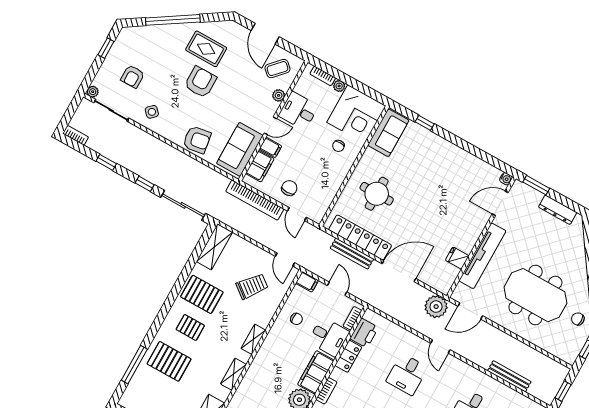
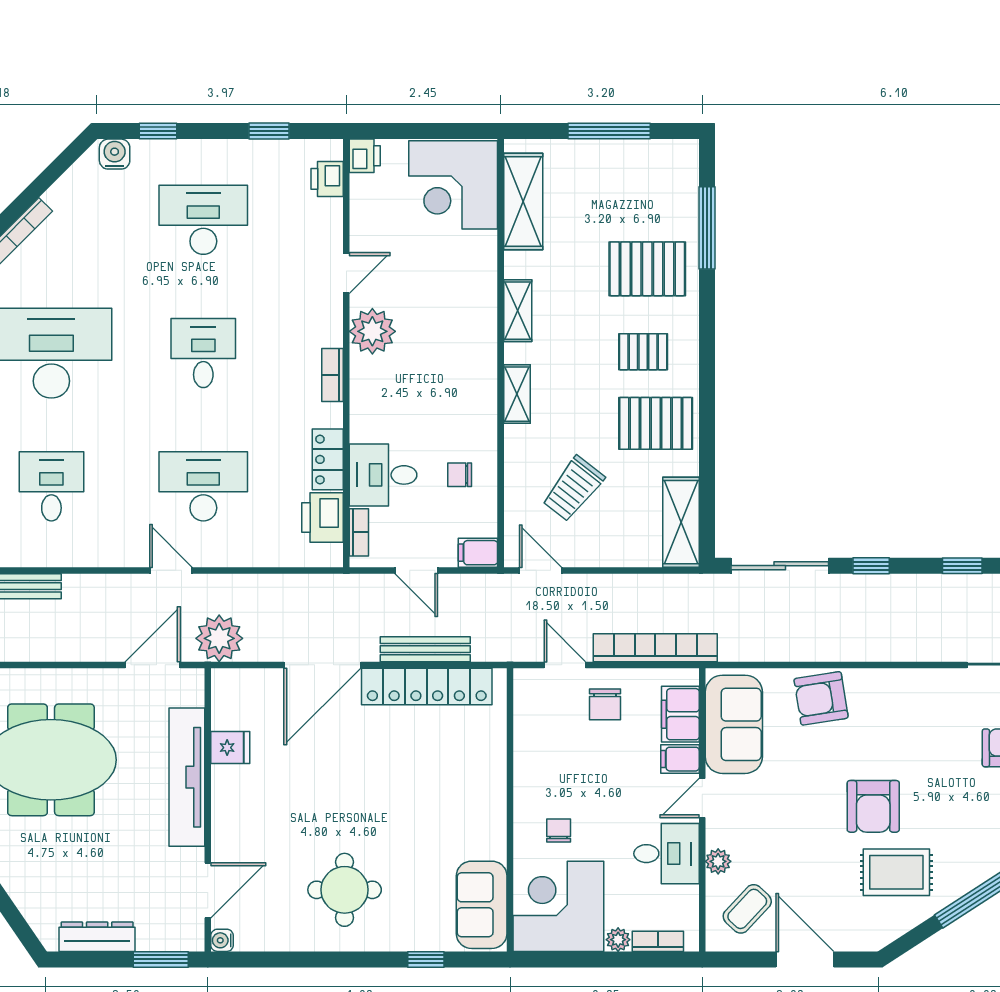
side table: (152, 112) -> (931, 703), removed
round table: (377, 194) -> (345, 890), moved
filing cabinet: (316, 372) -> (371, 398), removed
desk: (407, 374) -> (203, 486), width x1.37

